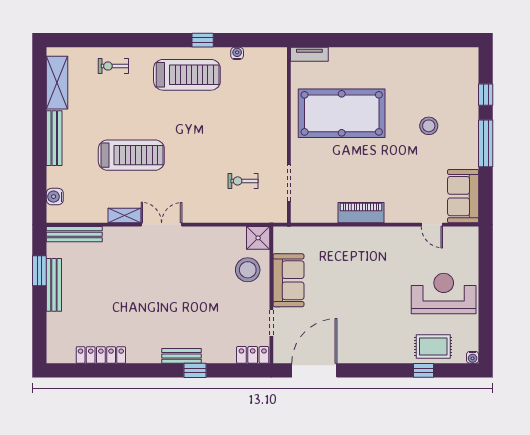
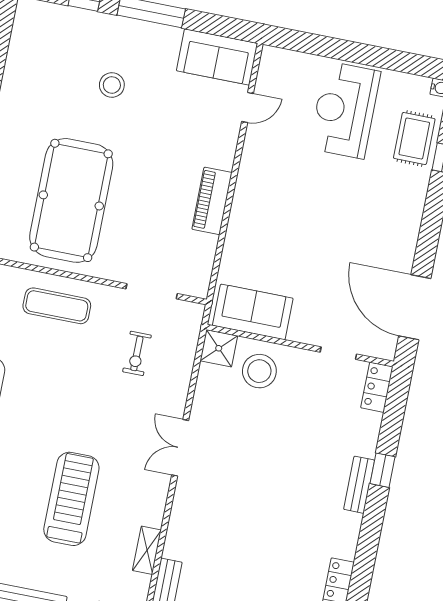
exercise mat: (265, 118) -> (57, 306), added
shelving: (125, 216) -> (147, 550), moved
double door: (162, 225) -> (180, 448), moved
sofa: (288, 280) -> (253, 312), moved

